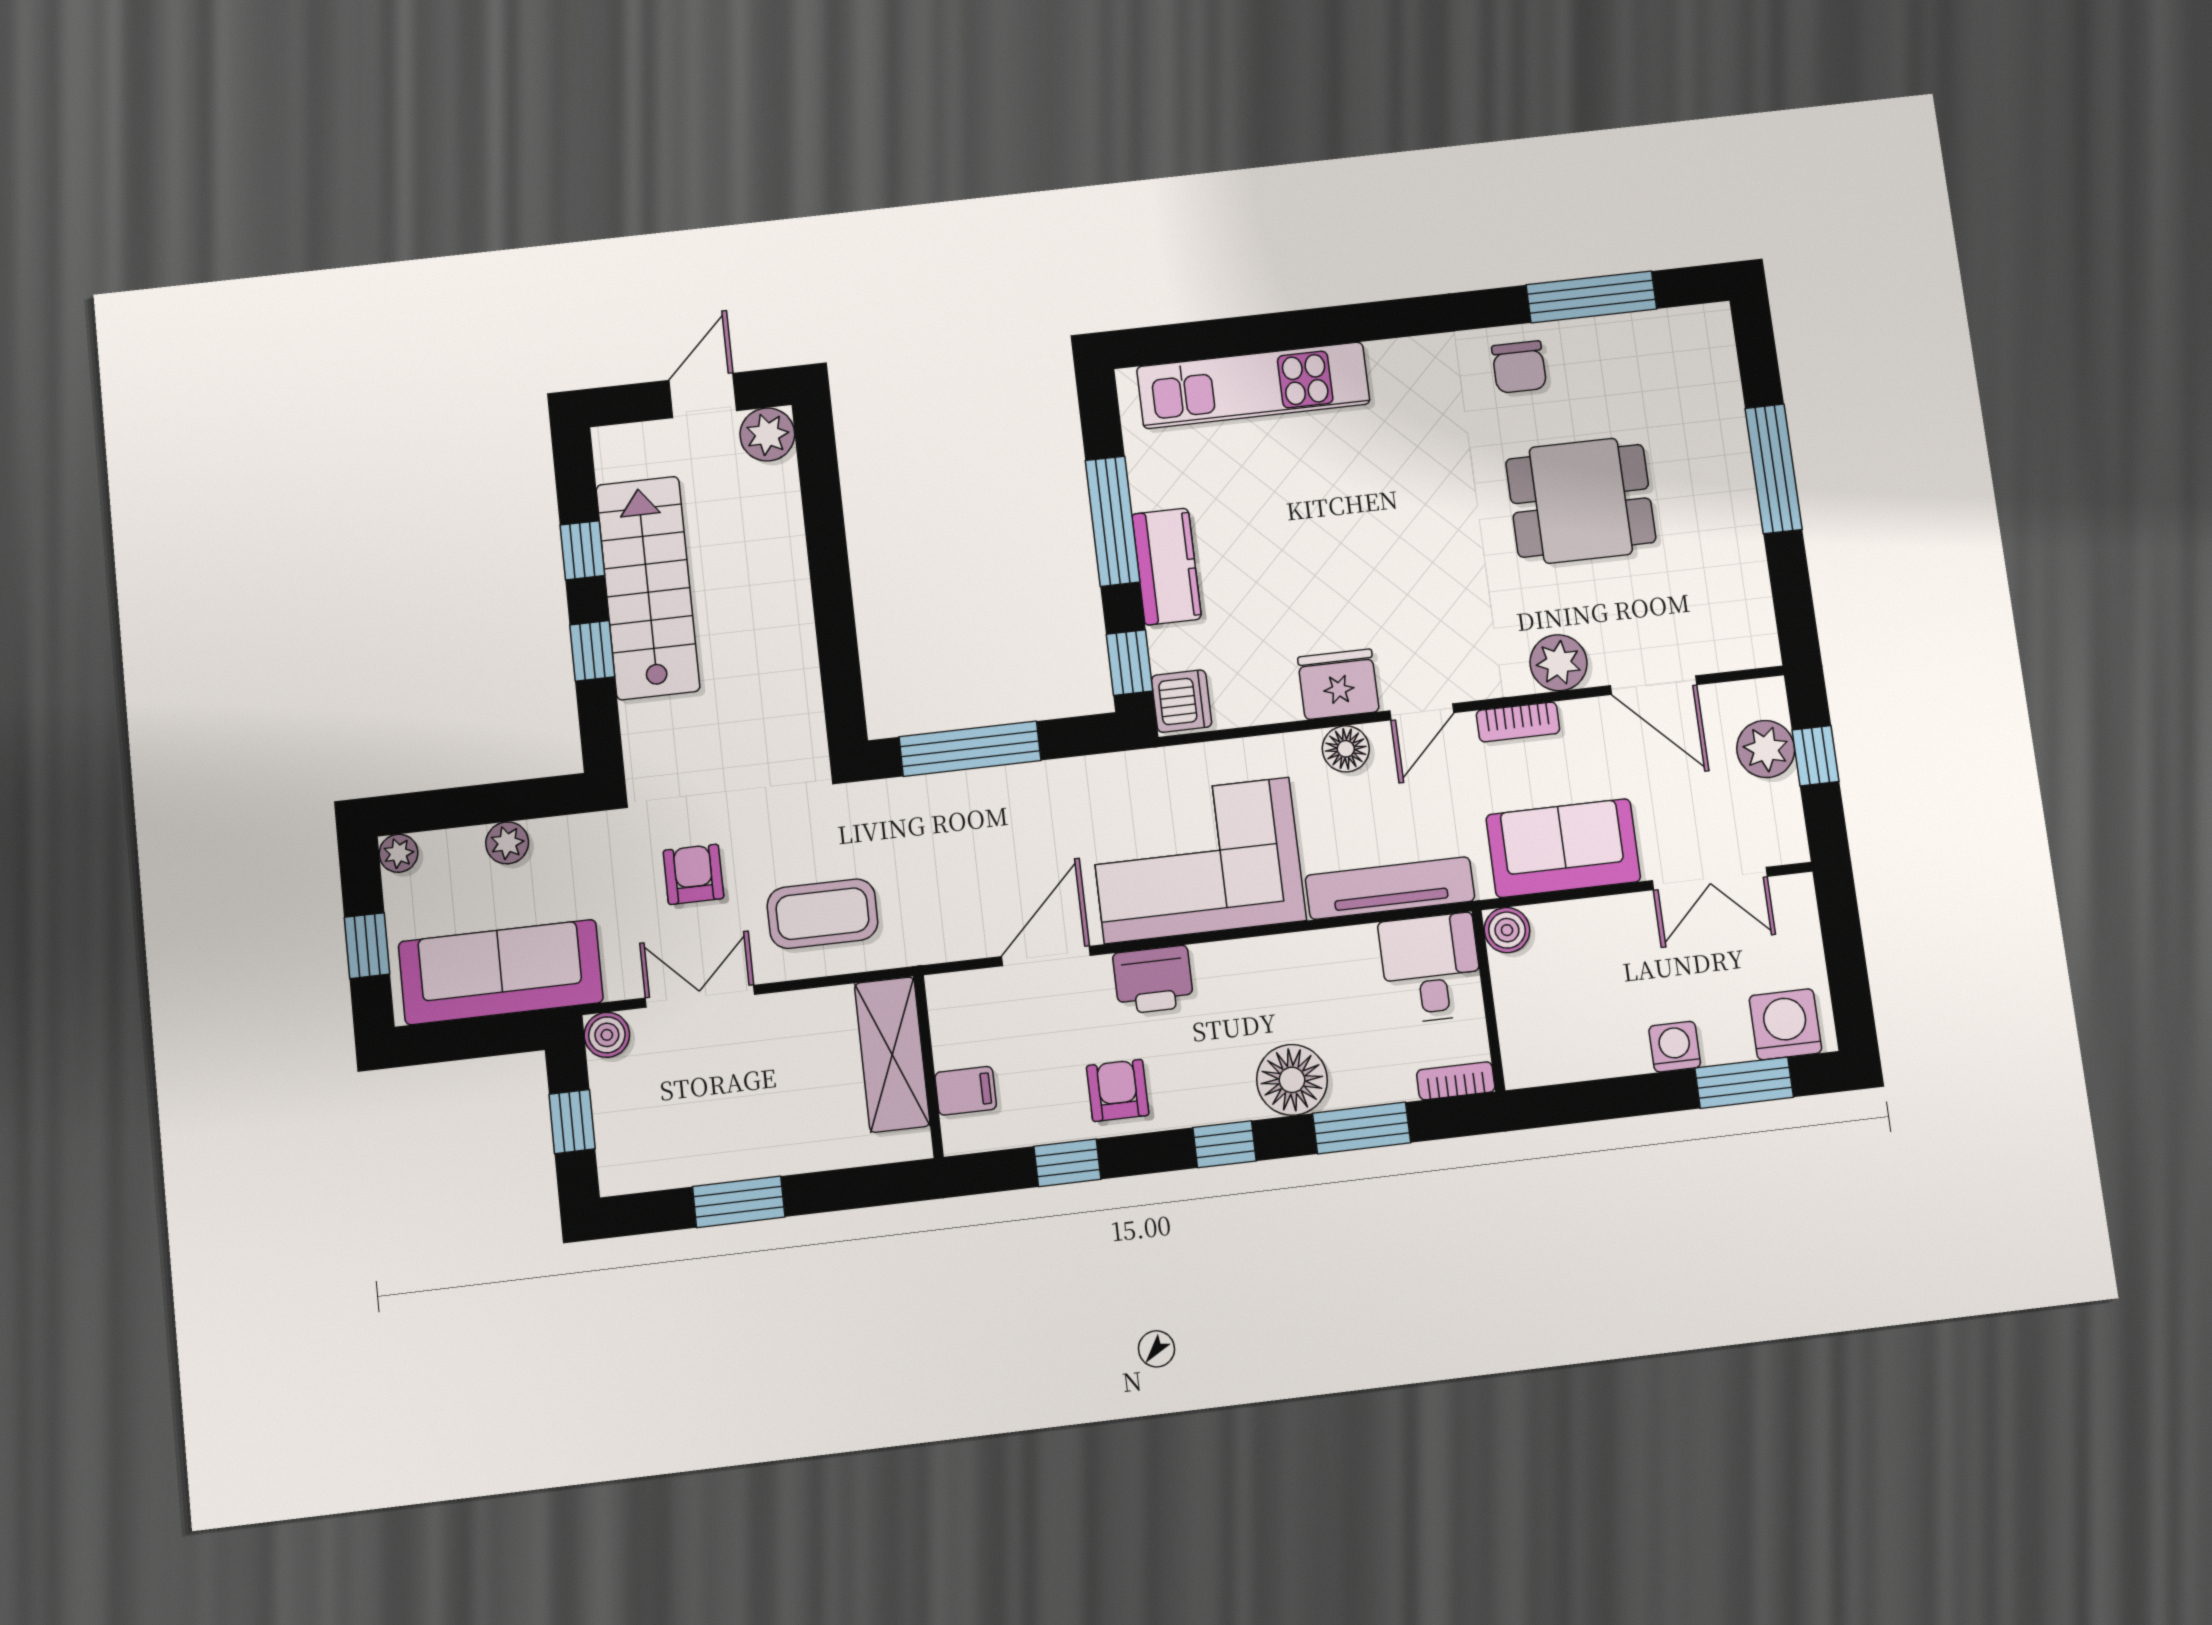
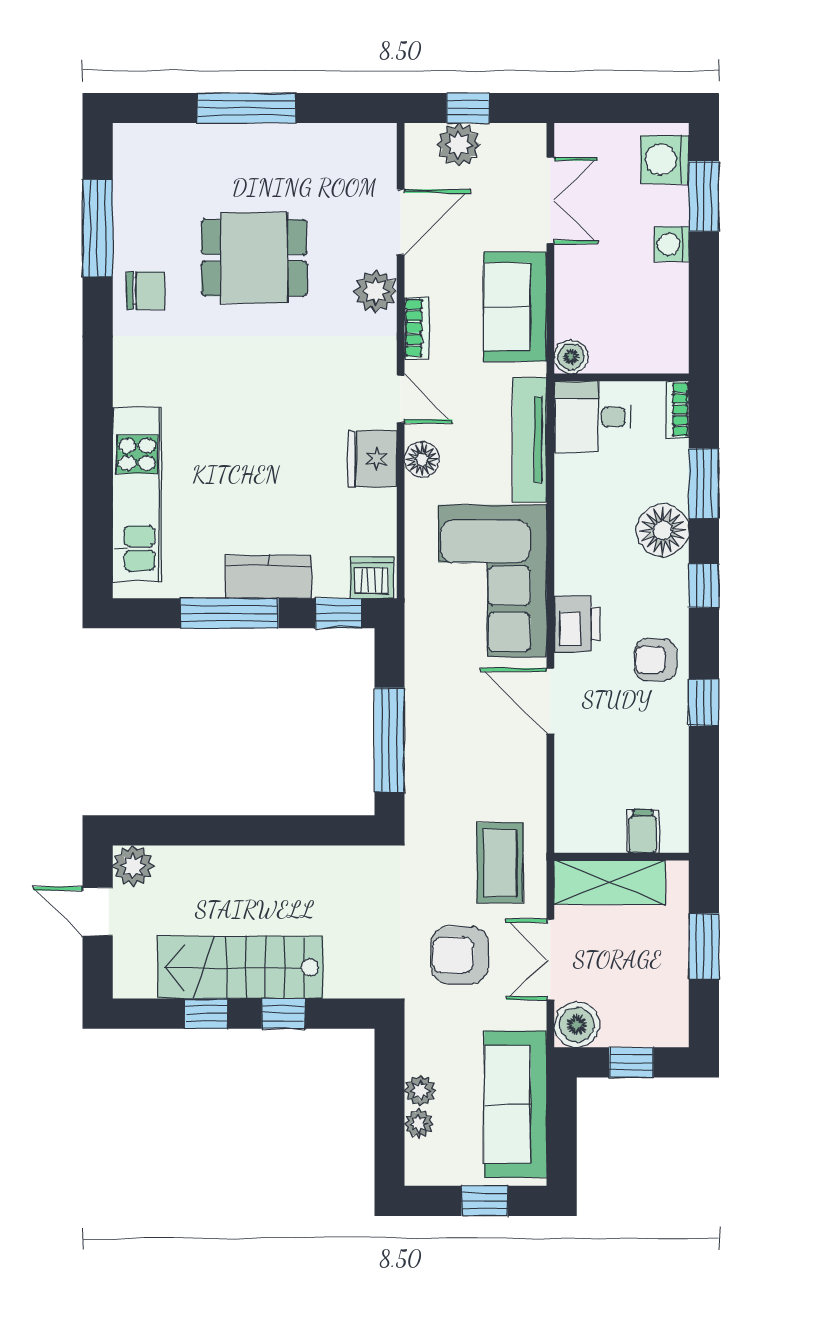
dining table: (1581, 501) -> (254, 258), turned 90
plant: (398, 853) -> (419, 1124), moved
armchair: (693, 874) -> (460, 955), width x1.38, depth x1.38
boiler: (607, 1035) -> (577, 1025), width x1.36, depth x1.36
shelving: (892, 1055) -> (610, 882), moved
wall: (929, 1066) -> (622, 857), moved
filing cabinet: (966, 1091) -> (643, 831), moved

